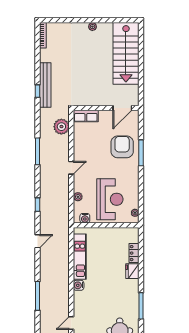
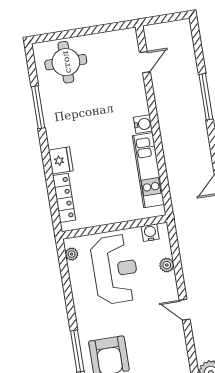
door: (71, 168) -> (185, 310), hinge flipped
reception desk: (110, 199) -> (115, 269), turned 180
locker: (134, 253) -> (64, 198), width x1.53

